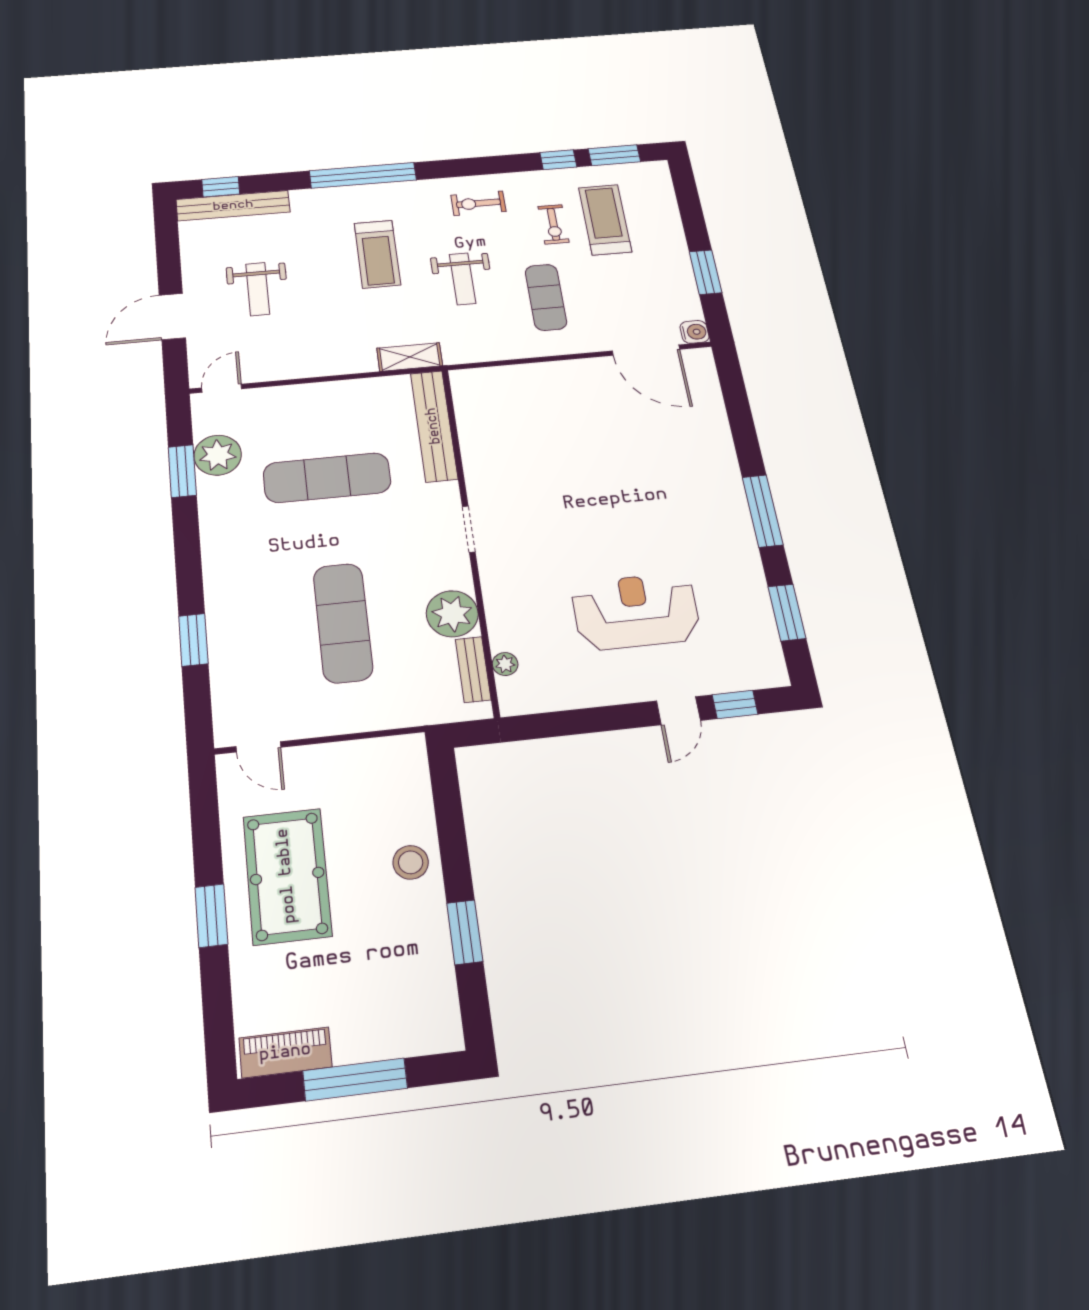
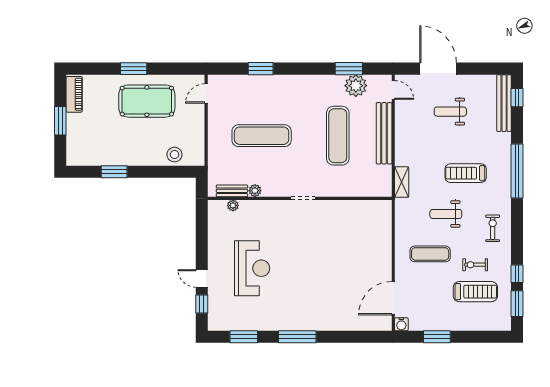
door: (172, 316) -> (438, 69), width x1.36
bench: (434, 426) -> (384, 133), moved, turned 90
plant: (452, 614) -> (255, 191), width x0.53, depth x0.53
stool: (411, 862) -> (174, 155), moved
window: (355, 1079) -> (60, 121), width x0.69

